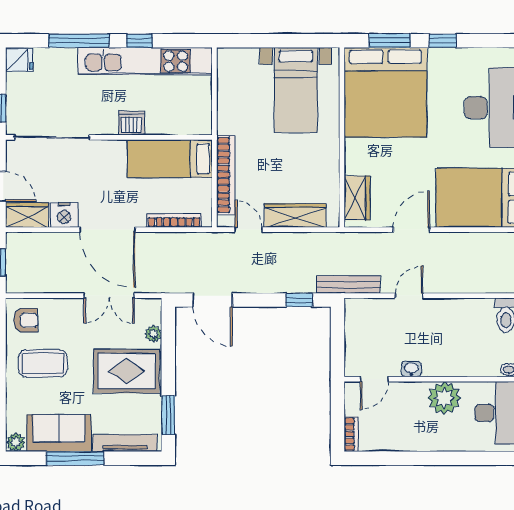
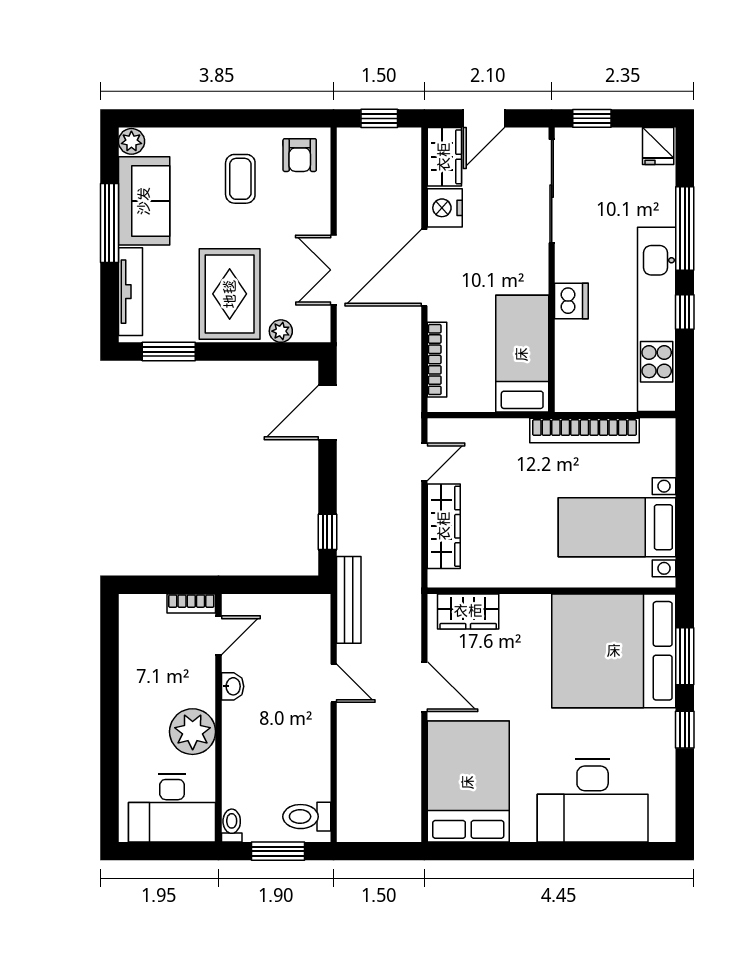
bookcase: (226, 175) -> (584, 431), moved
coffee table: (43, 363) -> (240, 179), width x0.73, depth x0.77
door: (374, 379) -> (218, 635), swing flipped
bookcase: (351, 434) -> (191, 603), moved

